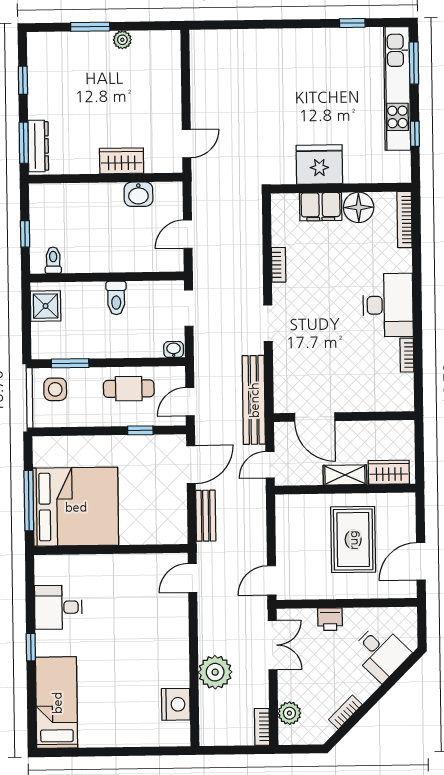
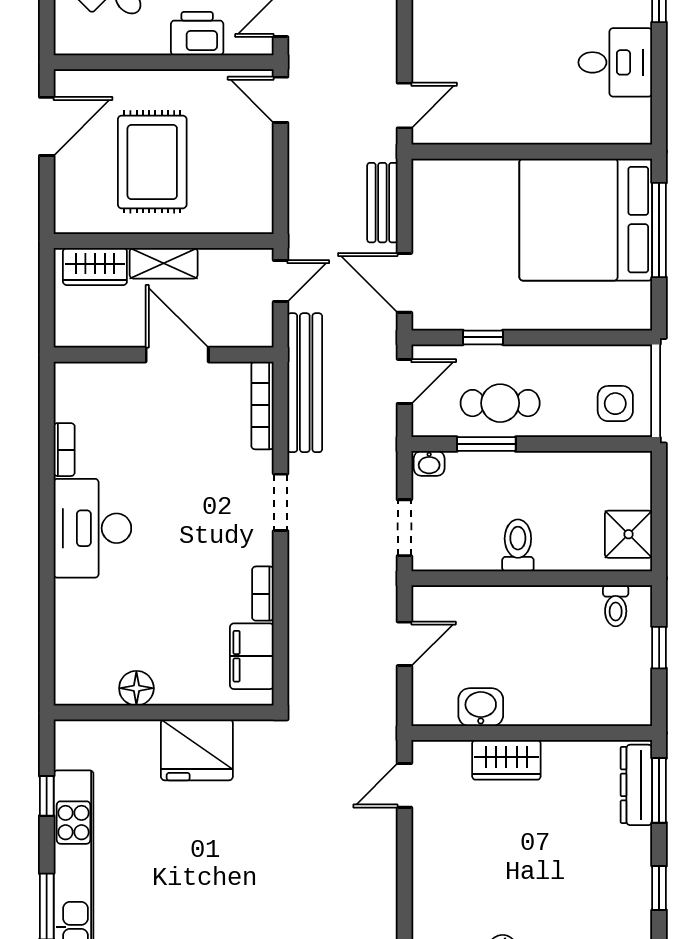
filing cabinet: (321, 207) -> (252, 656), moved, turned -90
floor lamp: (359, 207) -> (136, 688), width x0.73, depth x0.73
bookcase: (405, 220) -> (262, 405), moved, turned 180
window: (70, 363) -> (486, 444), moved
door: (315, 417) -> (177, 355), moved
door: (191, 465) -> (404, 283), hinge flipped
door: (272, 580) -> (281, 100), swing flipped
printer: (330, 619) -> (197, 34), width x1.36, depth x1.24

